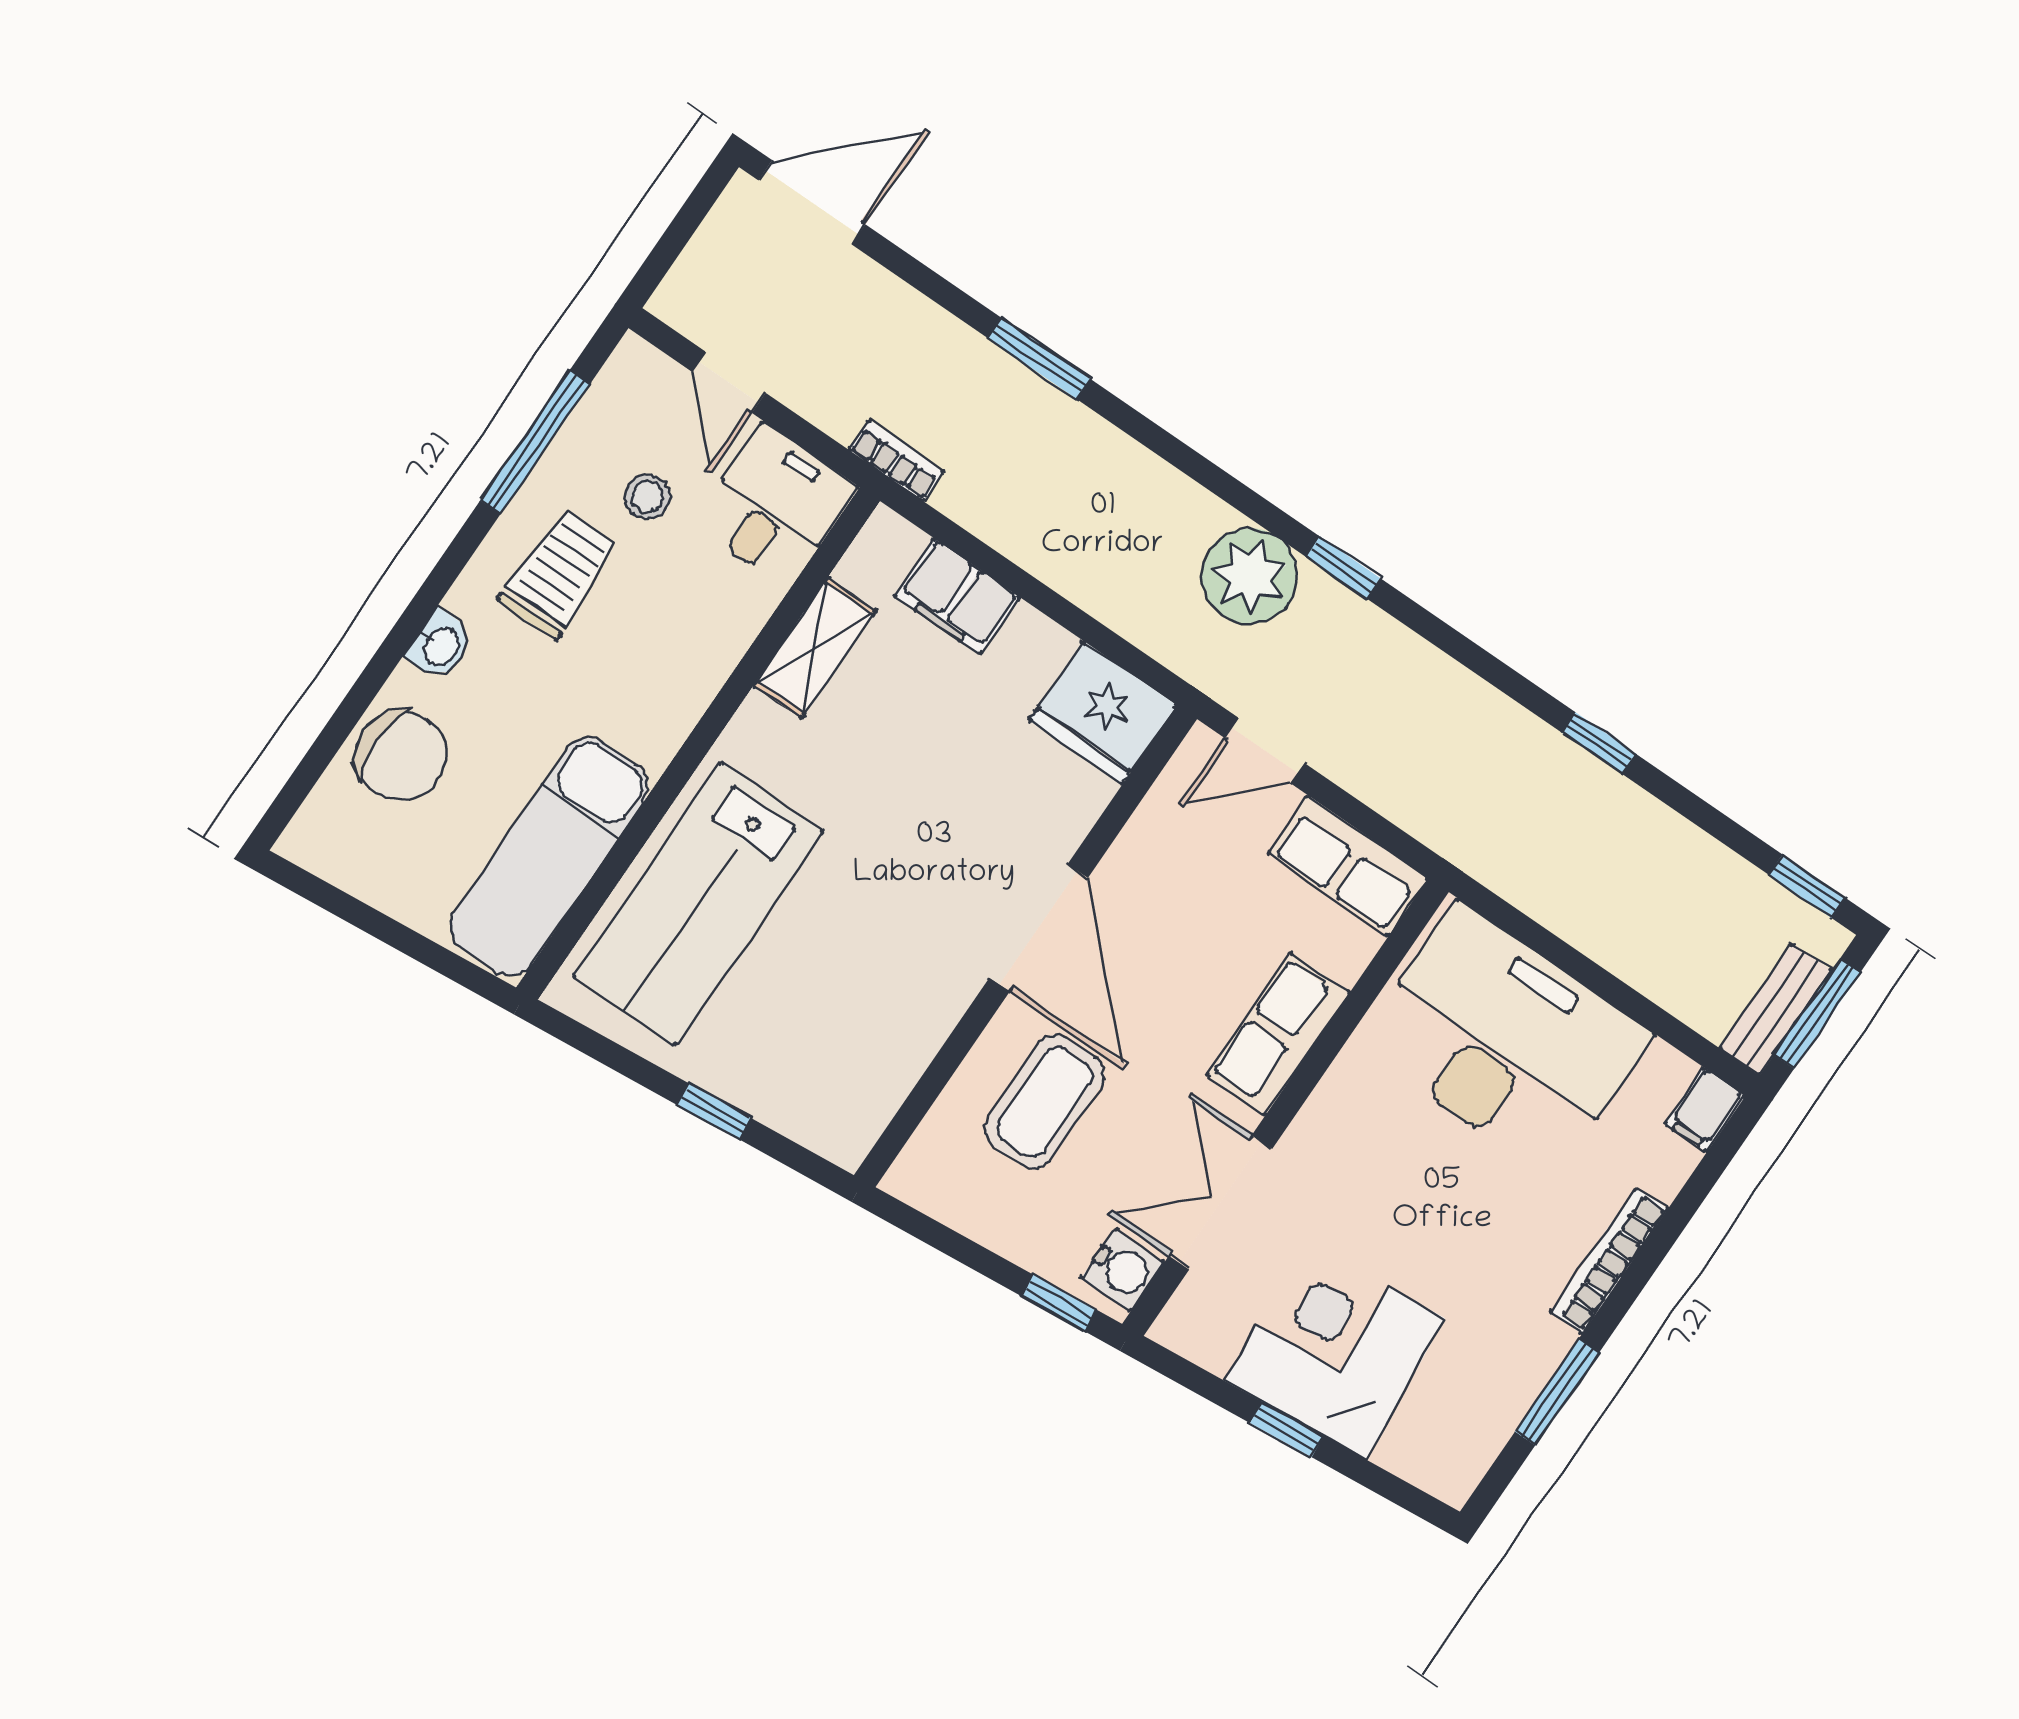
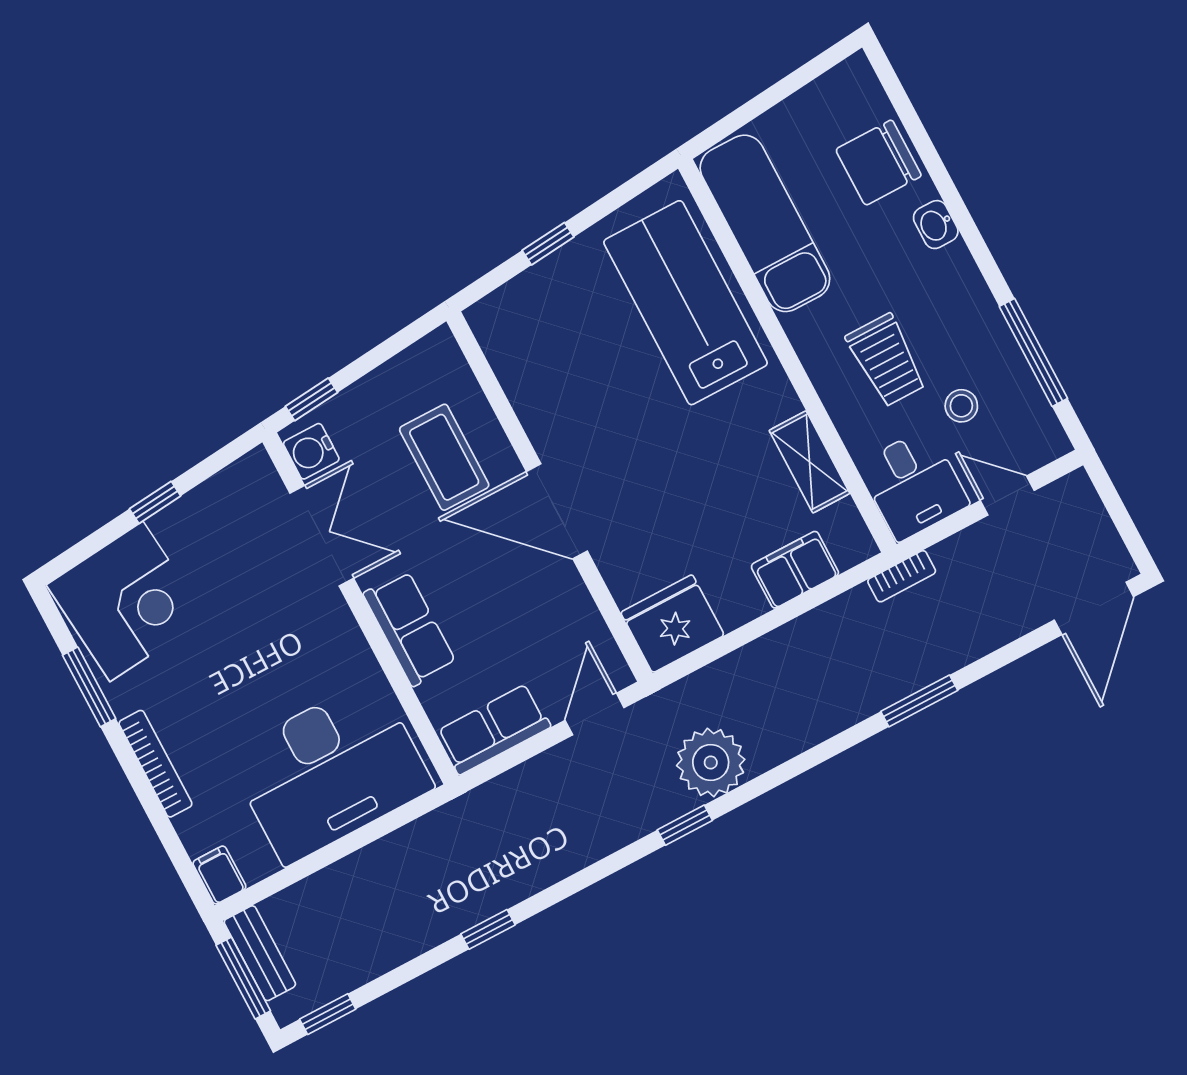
trolley: (558, 574) -> (886, 360), moved
corner desk: (1335, 1350) -> (126, 601), moved

